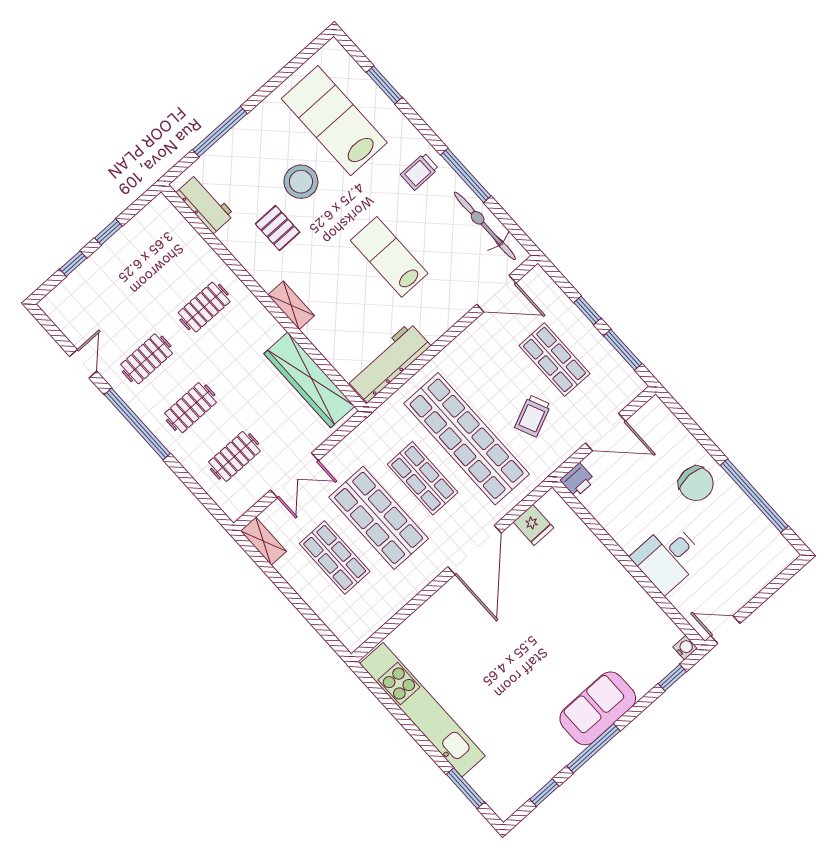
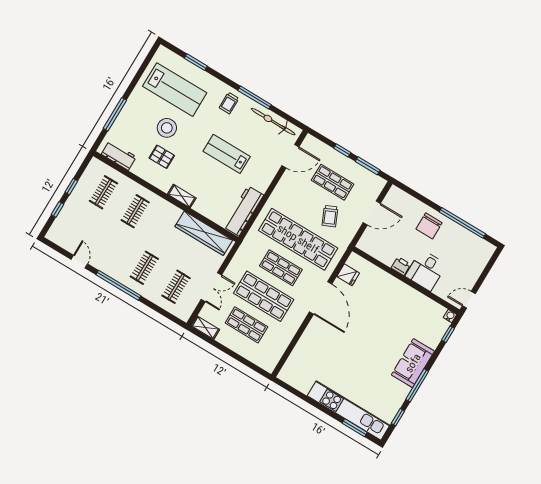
lab bench: (334, 121) -> (175, 90), turned 180
clothes rail: (147, 359) -> (104, 192), moved
printer: (577, 480) -> (401, 266), moved, turned -90
chair: (696, 484) -> (429, 226), turned 90
kitchen unit: (422, 710) -> (349, 410), moved

